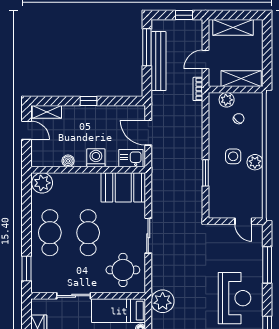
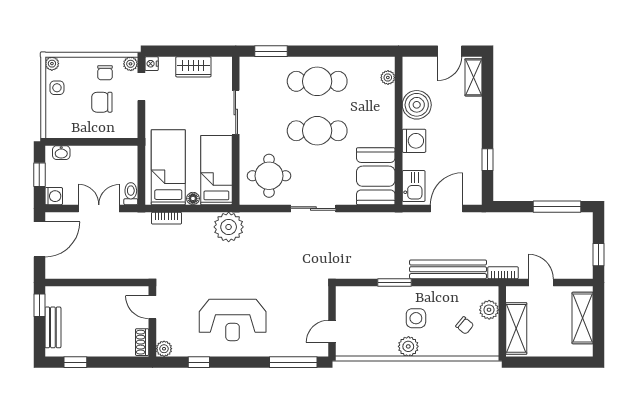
bench: (158, 61) -> (448, 269), moved
window: (88, 101) -> (487, 160), moved
boiler: (68, 161) -> (417, 105), width x1.86, depth x1.86
plant: (42, 183) -> (388, 78), width x0.53, depth x0.53
window: (267, 265) -> (293, 362), moved

